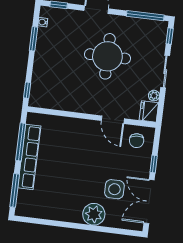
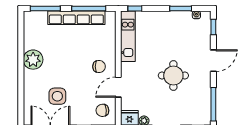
round table: (107, 56) -> (173, 76), width x0.73, depth x0.73
kitchen unit: (57, 102) -> (128, 36), added
chair: (87, 138) -> (99, 67), added
plant: (94, 214) -> (33, 60), moved

